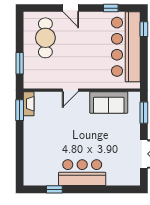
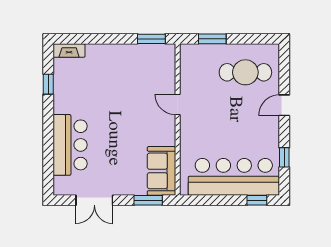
sofa: (109, 102) -> (161, 171), moved
fireplace: (29, 104) -> (69, 51), moved
bar counter: (82, 173) -> (70, 145), moved

